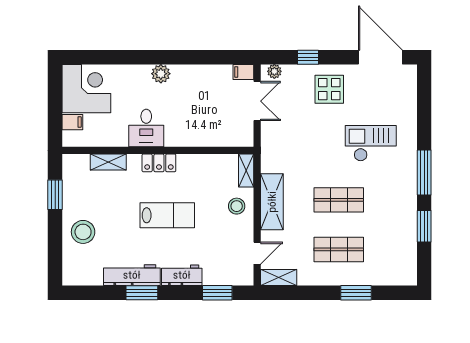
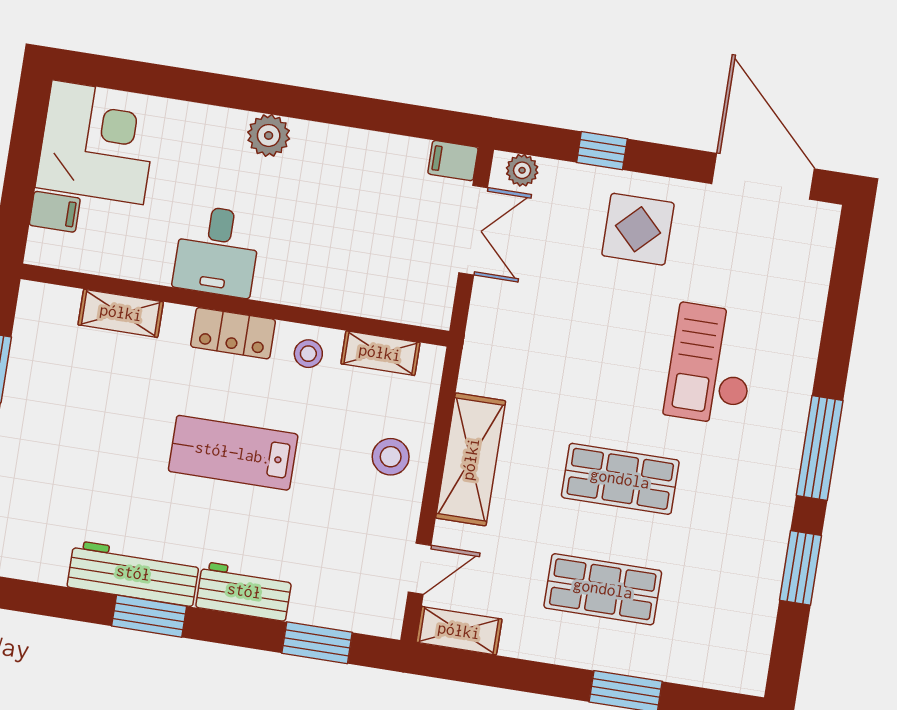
checkout: (371, 143) -> (711, 364), turned -90
shelving: (246, 170) -> (380, 353), moved, turned 90
lab bench: (167, 215) -> (233, 453), turned 180
stool: (83, 232) -> (308, 354), moved, width x0.53, depth x0.53

